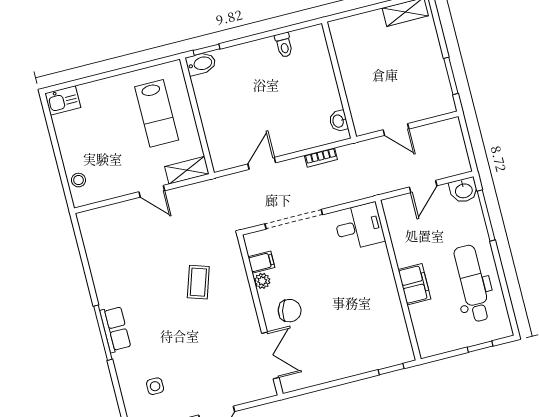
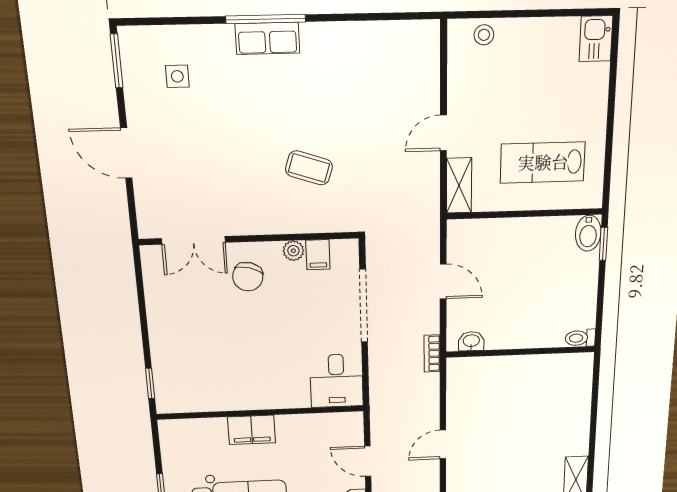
wall: (339, 80) -> (521, 352), moved
washbasin: (339, 121) -> (471, 341), moved

